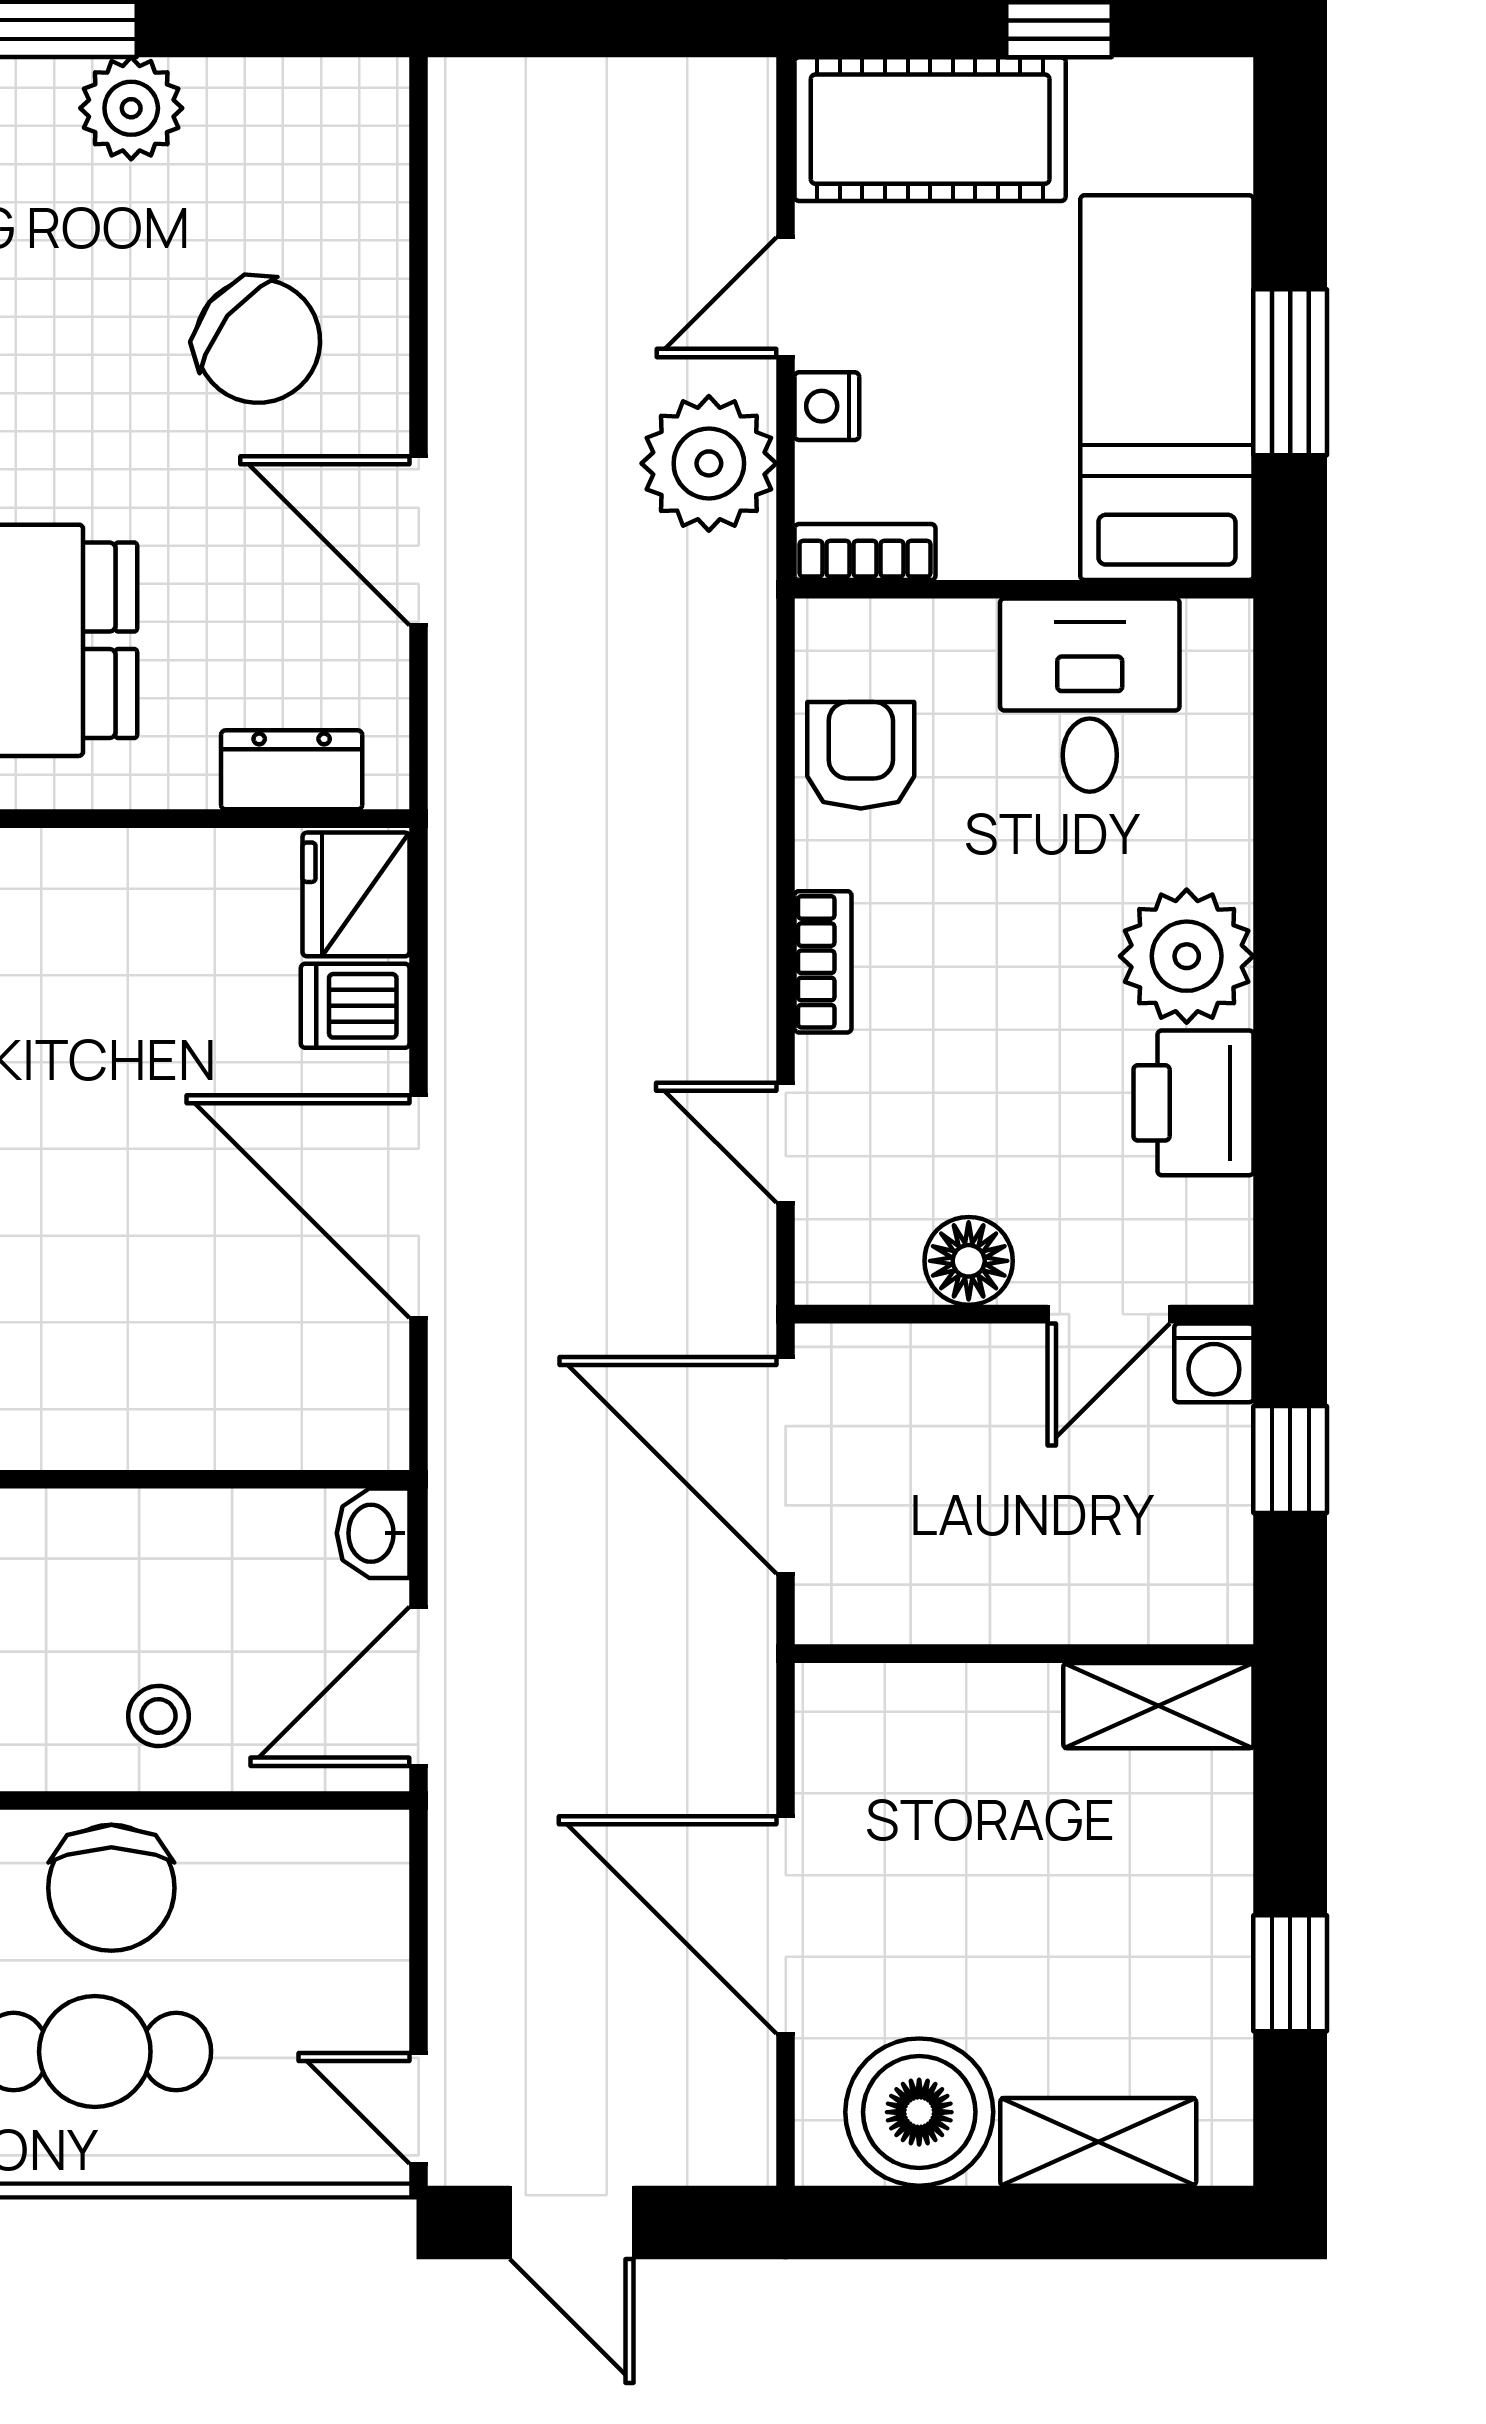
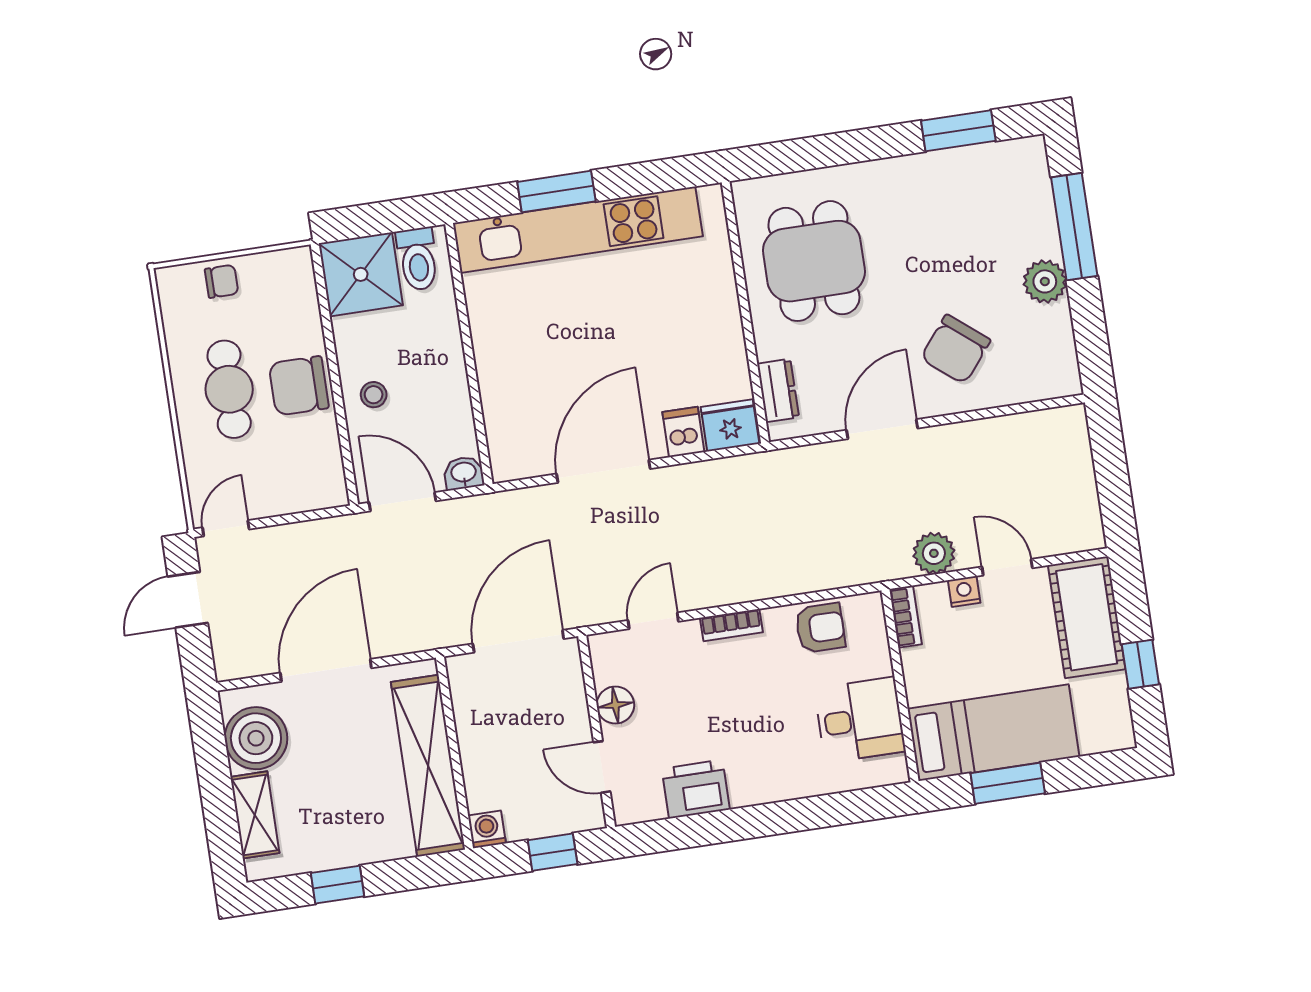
plant: (709, 463) -> (934, 553), width x0.73, depth x0.73
plant: (1187, 956) -> (757, 777), removed
washing machine: (1214, 1363) -> (487, 829), moved, turned 90
shelving: (1158, 1706) -> (428, 766), width x2.20, depth x1.33

